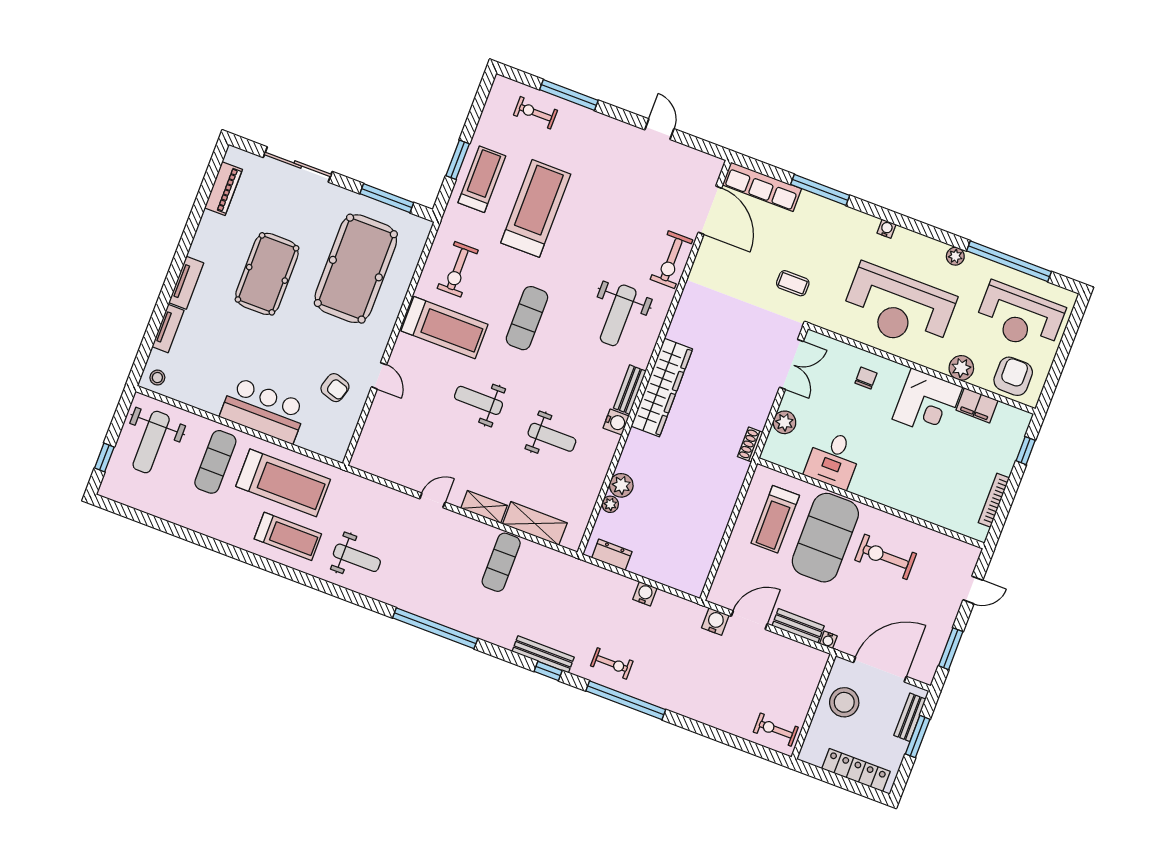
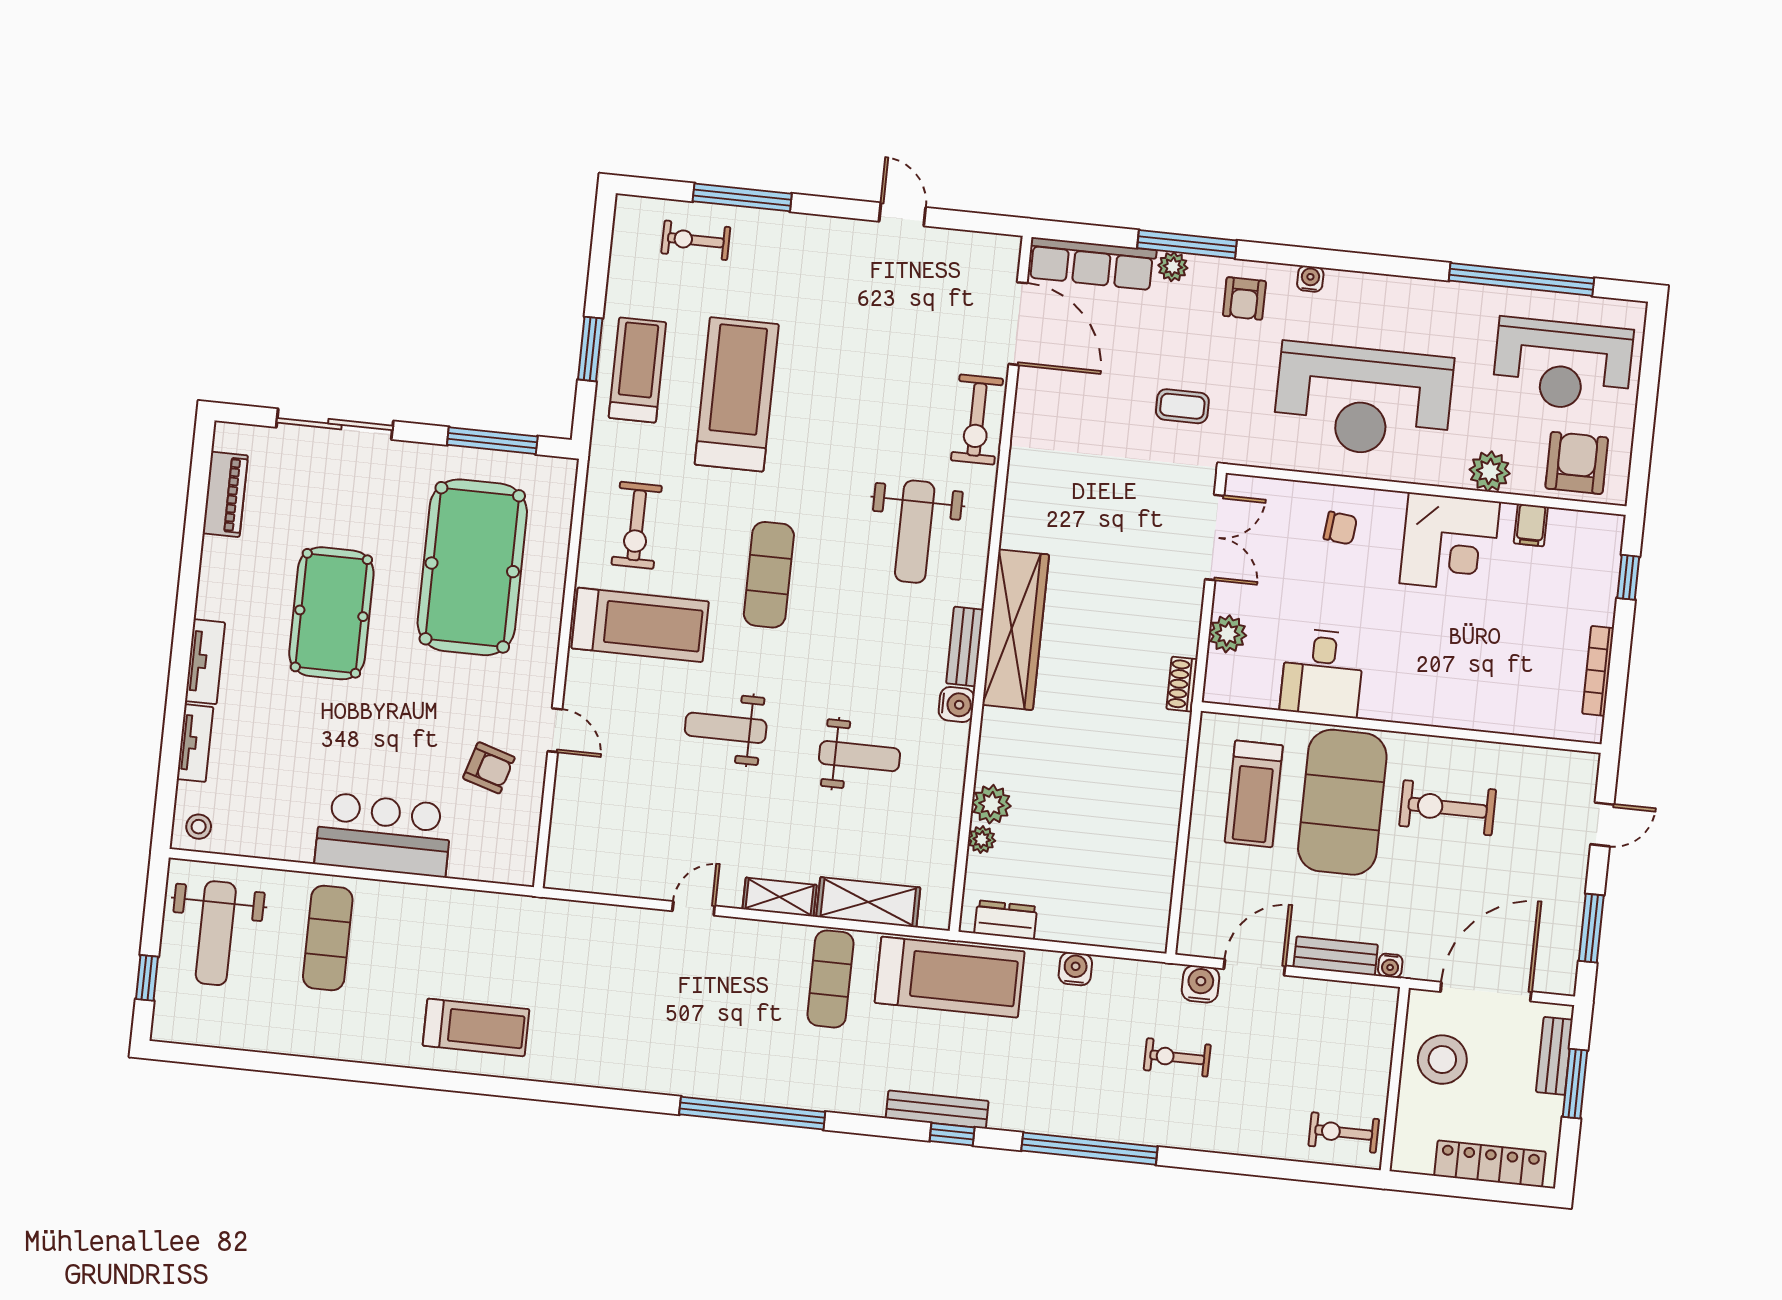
armchair: (845, 230) -> (1244, 298), added
plant: (955, 256) -> (1173, 267), moved
chair: (866, 378) -> (1340, 528), turned 96
filing cabinet: (977, 405) -> (1531, 525), width x0.50
treadmill: (283, 483) -> (950, 977), moved
weight bench: (357, 558) -> (596, 1033), removed
exercise bike: (612, 663) -> (1177, 1057), moved, turned 180

